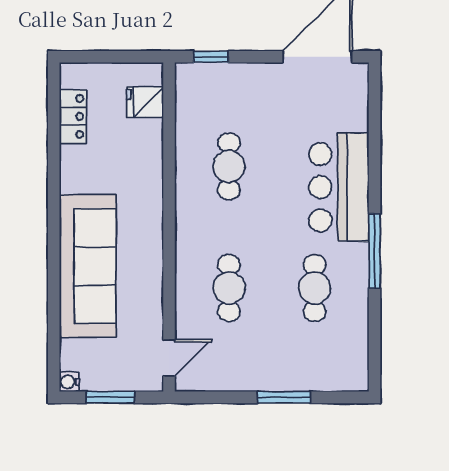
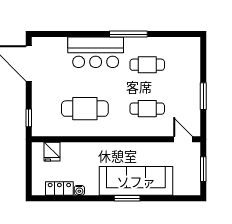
cafe table: (229, 166) -> (85, 109), width x1.37, depth x1.35
window: (54, 249) -> (127, 198), added
water cooler: (69, 382) -> (79, 190), moved
window: (284, 397) -> (203, 96), moved

